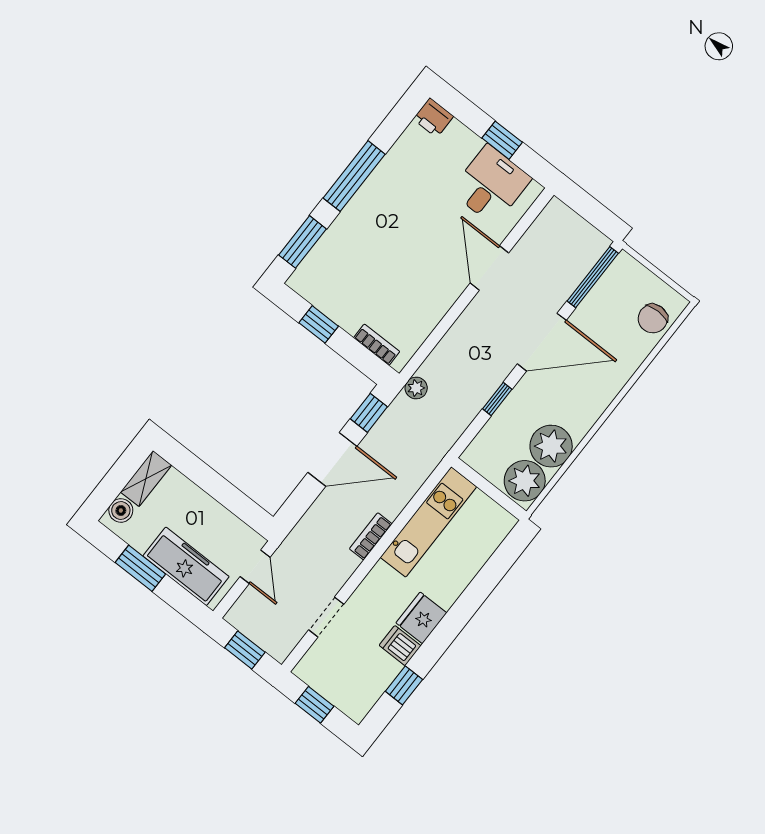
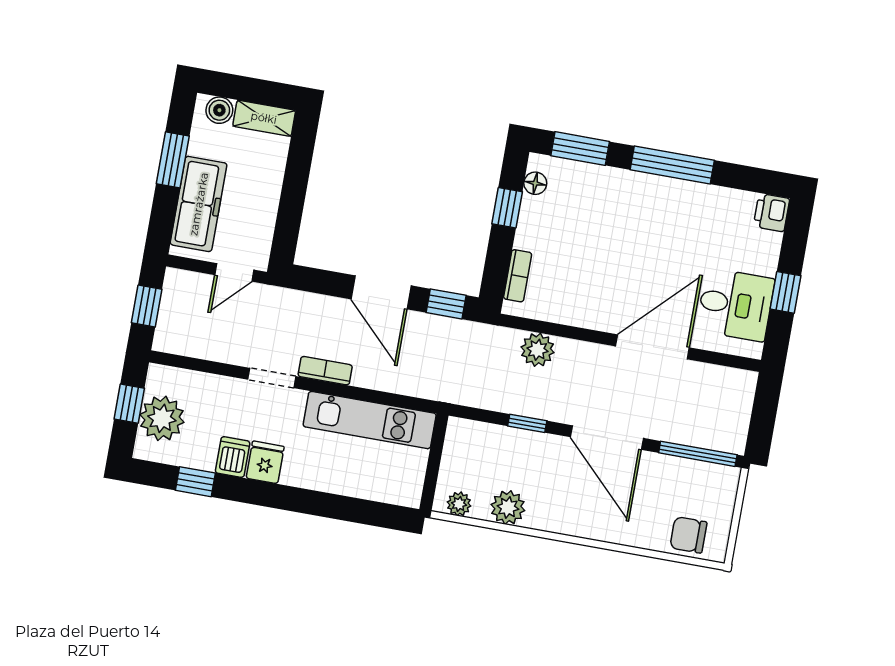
door: (489, 268) -> (652, 347), width x1.36
floor lamp: (311, 292) -> (535, 183), added
plant: (416, 388) -> (537, 350), moved, width x1.38, depth x1.38
plant: (551, 446) -> (508, 508), width x0.73, depth x0.73
plant: (525, 481) -> (459, 504), width x0.53, depth x0.53
doorway: (326, 617) -> (272, 378), moved
fridge: (421, 618) -> (265, 462), width x0.72
plant: (340, 685) -> (162, 418), added

